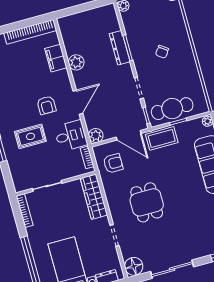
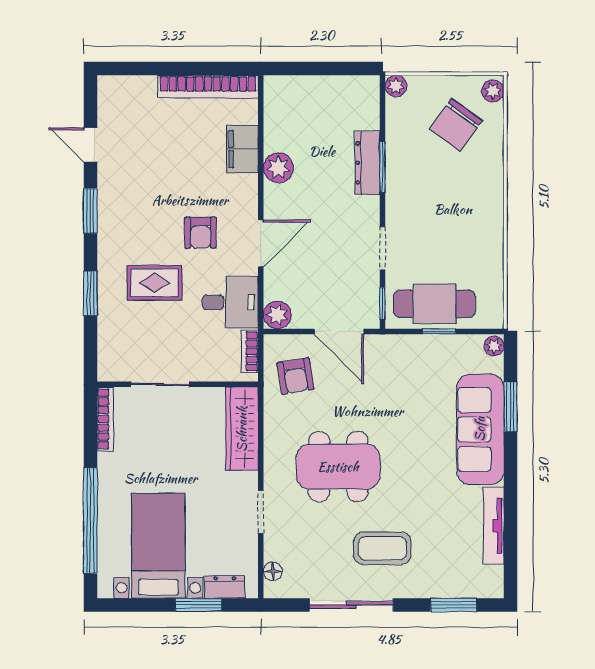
chair: (162, 52) -> (456, 125), moved, width x1.87, depth x1.87
coffee table: (162, 138) -> (382, 548), moved
armchair: (113, 163) -> (295, 376), turned 81
dining table: (147, 202) -> (338, 467), width x1.38
floor lamp: (134, 266) -> (273, 571), width x0.53, depth x0.53

